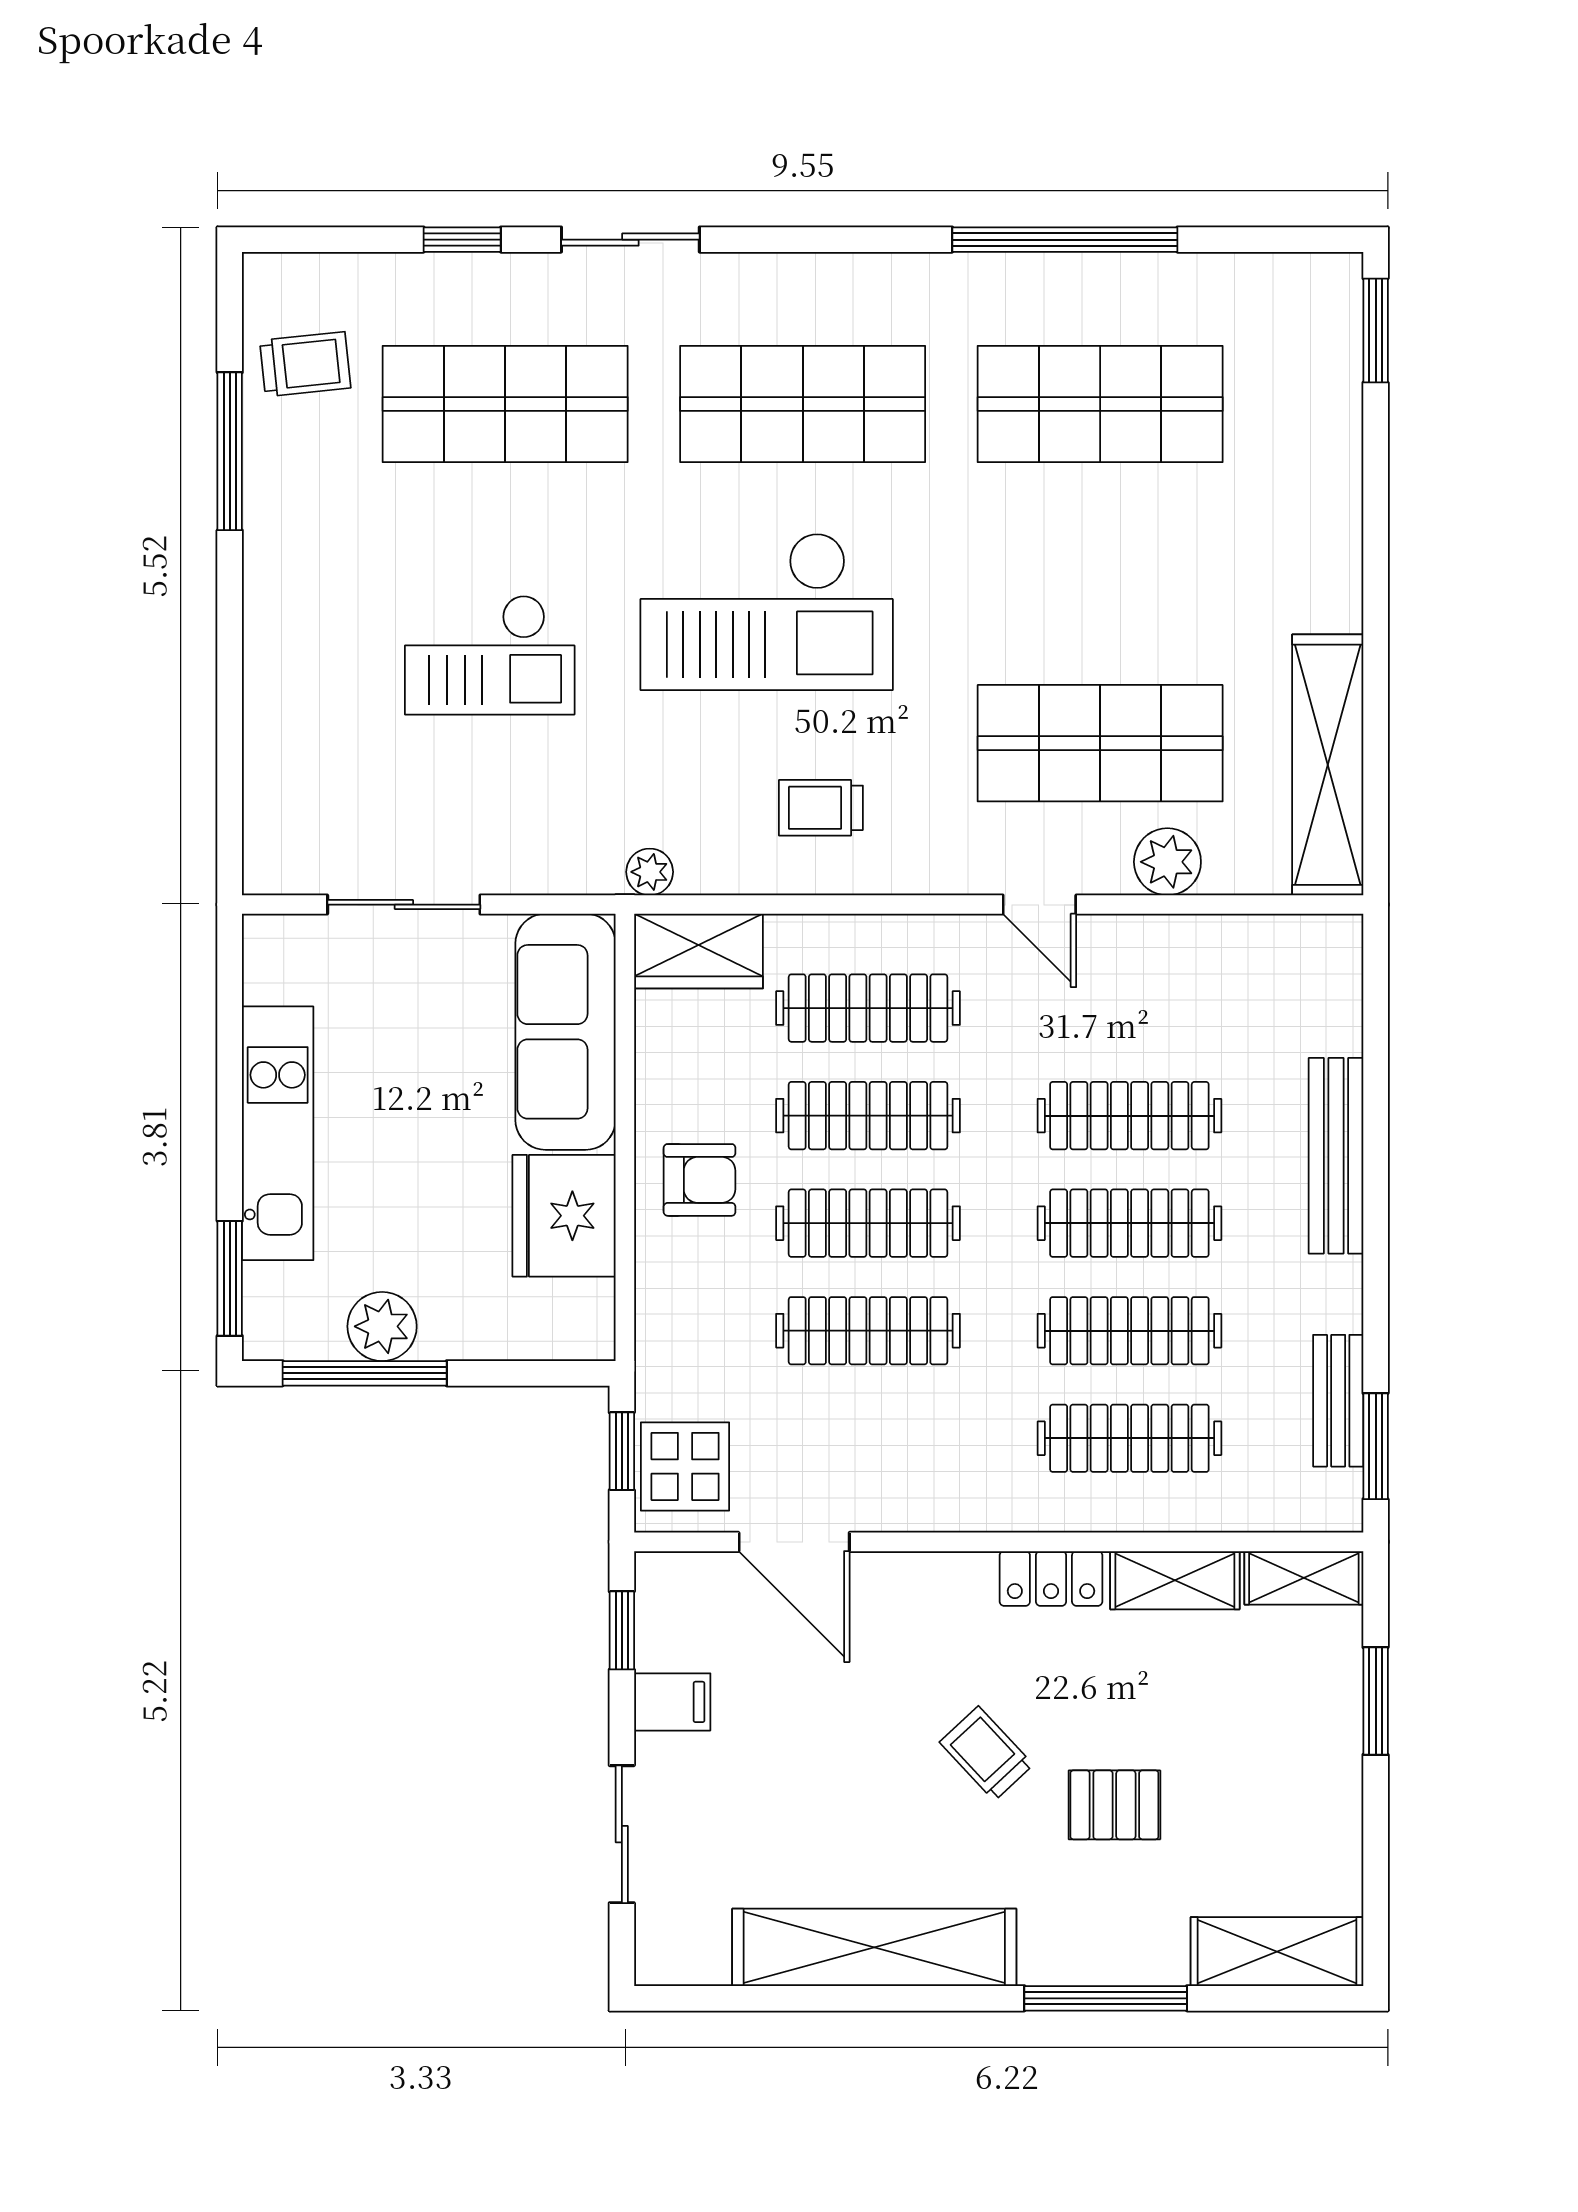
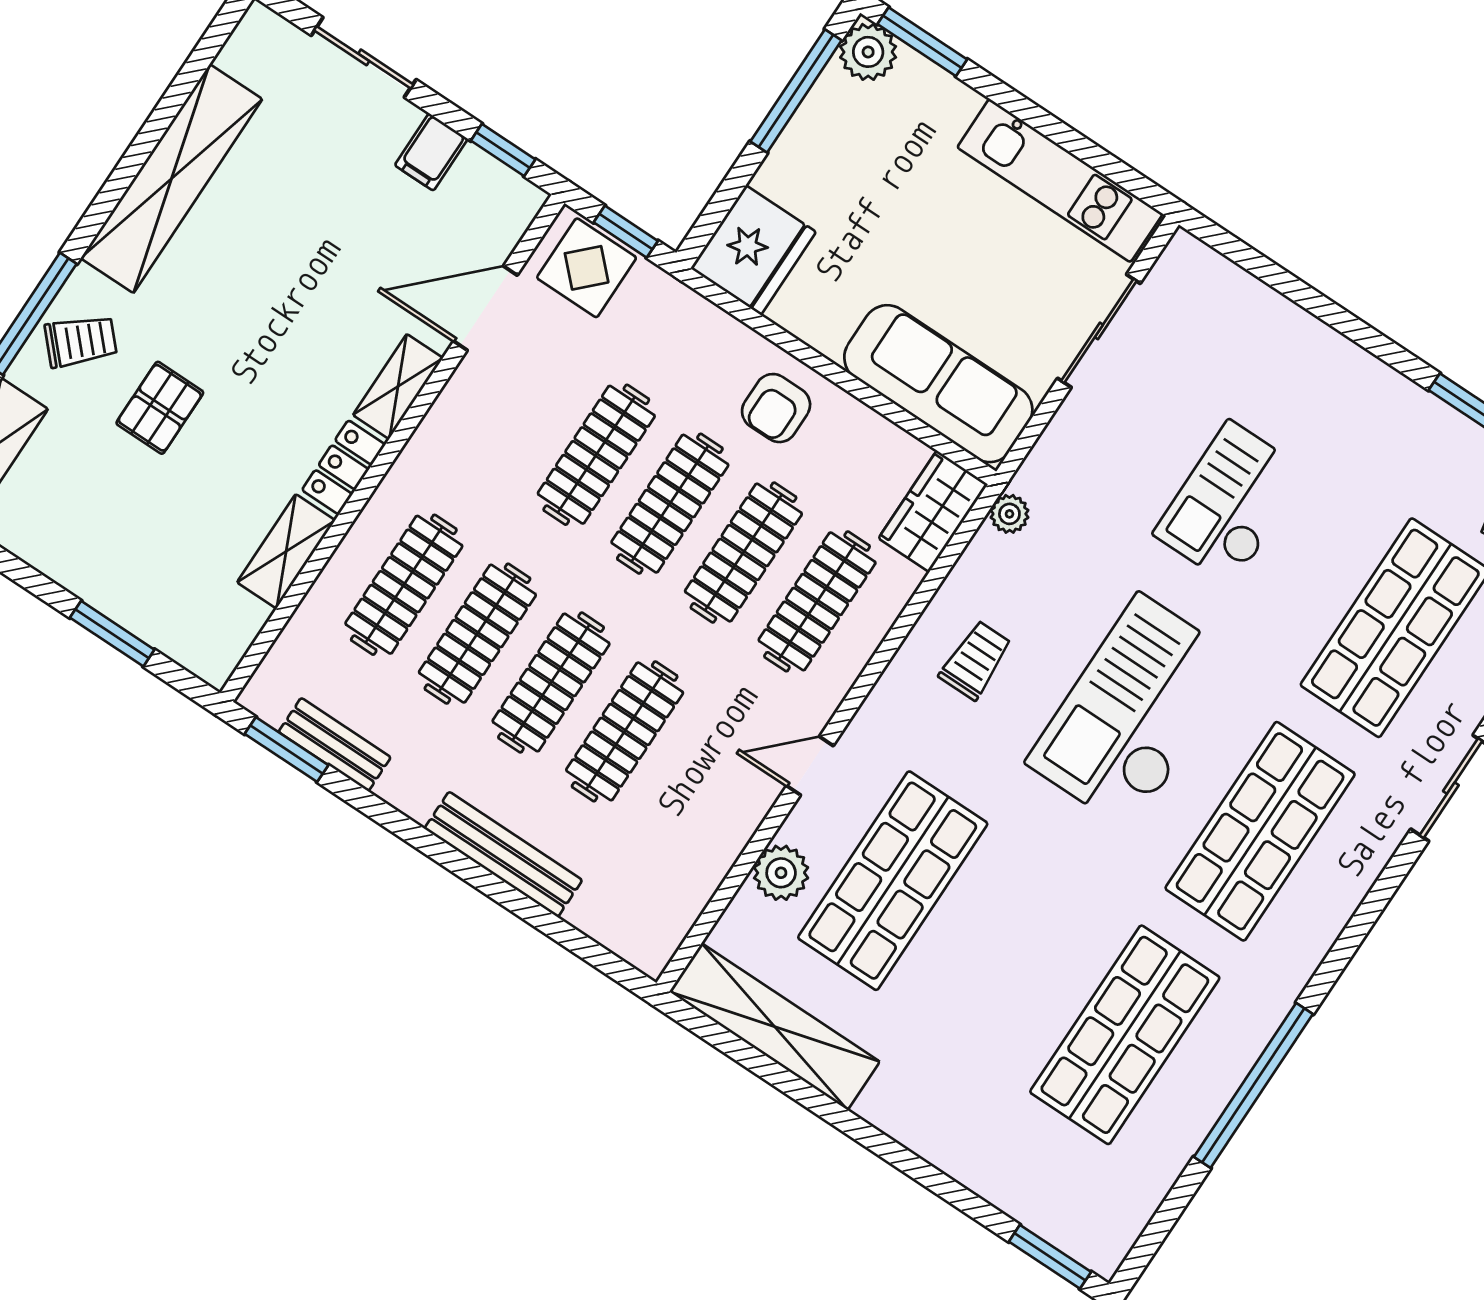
kitchen unit: (278, 1133) -> (1060, 181), moved
fridge: (564, 1216) -> (753, 250), moved, turned 90
plant: (382, 1326) -> (868, 52), moved
shelving: (1304, 1578) -> (398, 386), moved
trolley: (986, 1753) -> (81, 341), moved

